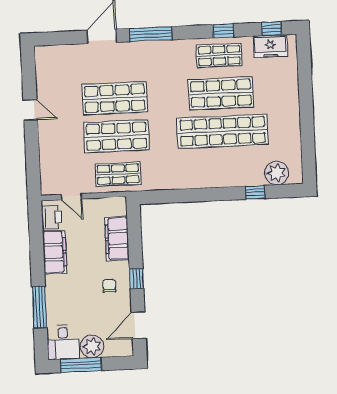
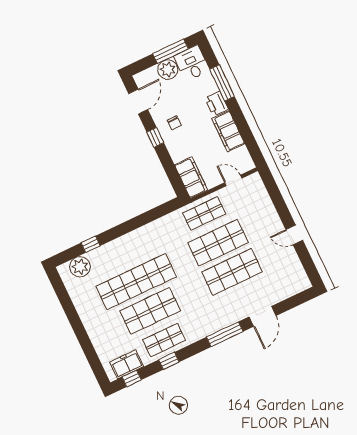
printer: (52, 217) -> (217, 104), moved
filing cabinet: (117, 239) -> (191, 177), moved

